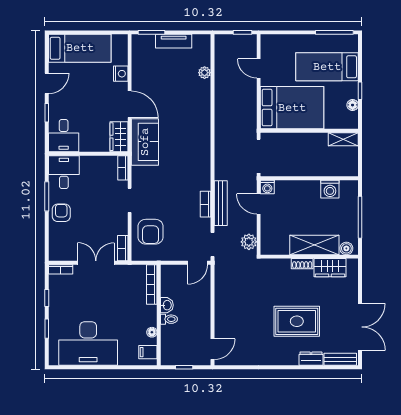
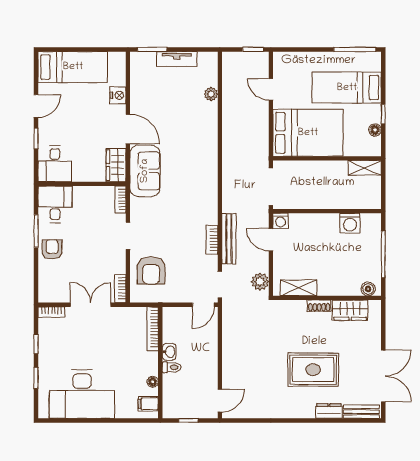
shelving: (314, 245) -> (299, 288), moved, width x0.67, depth x0.75

